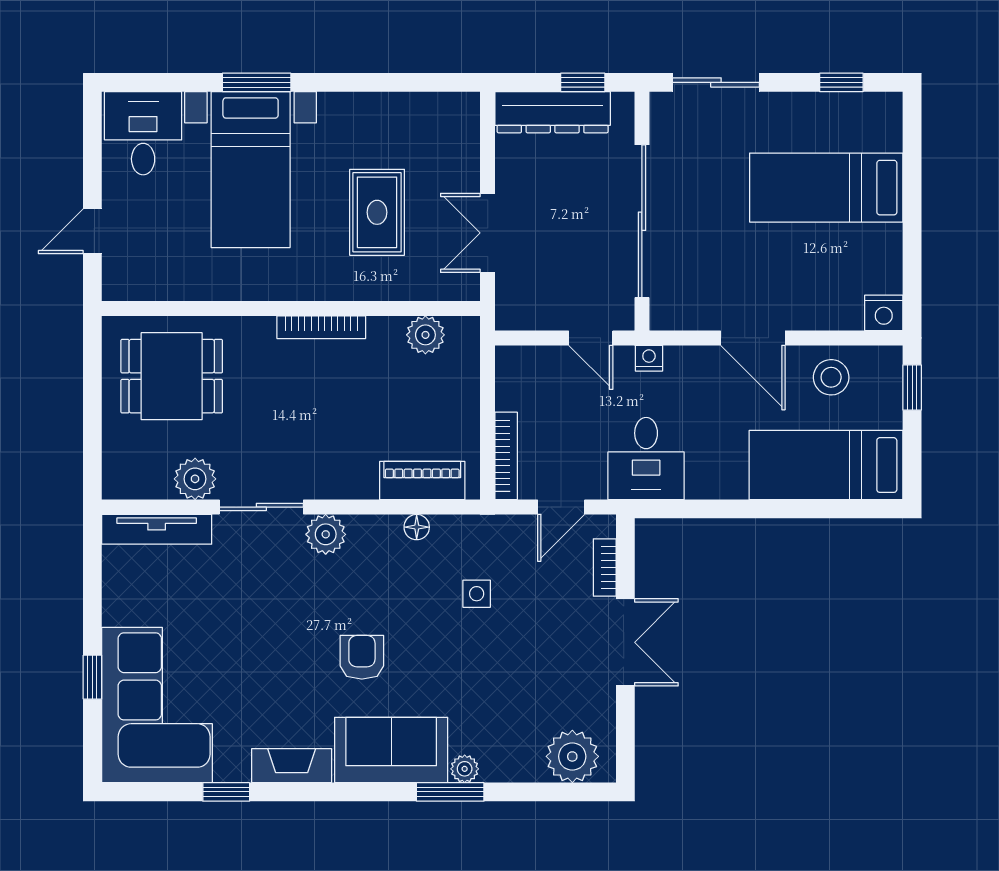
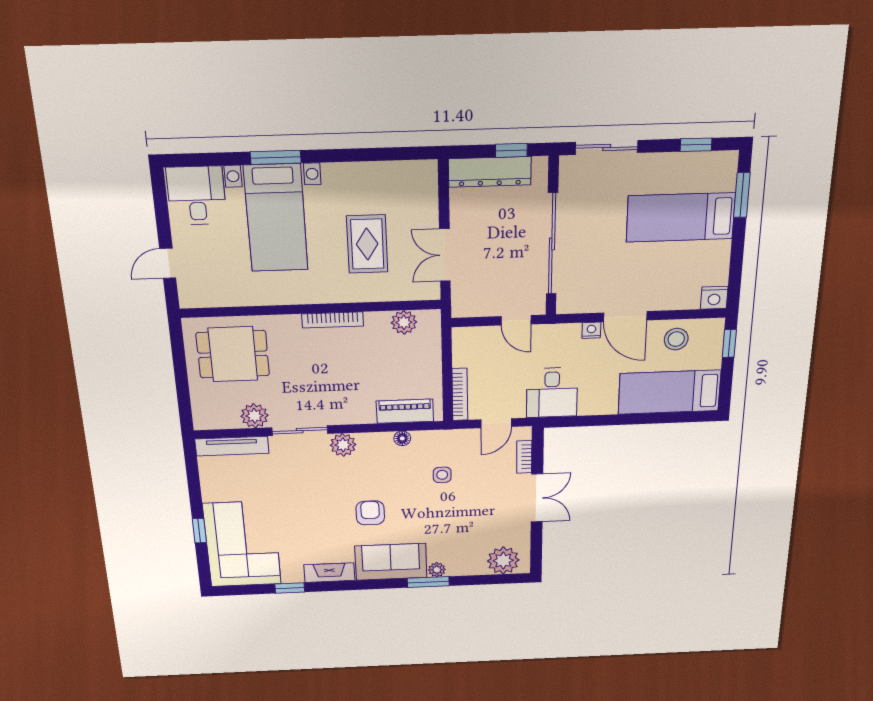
window: (912, 157) -> (742, 195), added
nightstand: (649, 358) -> (591, 330), moved

